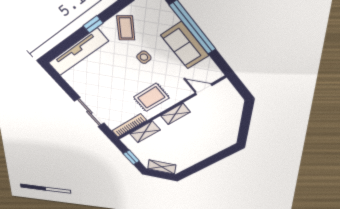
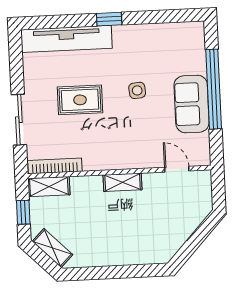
coffee table: (126, 28) -> (142, 45), removed
rug: (151, 97) -> (80, 100), moved
shelving: (145, 132) -> (49, 187), moved

